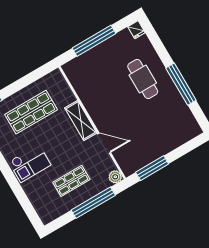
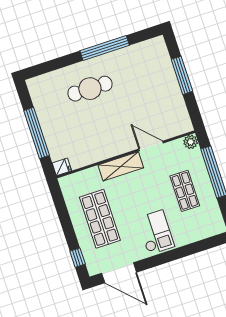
fridge: (136, 30) -> (62, 167), moved
door: (104, 143) -> (151, 146), hinge flipped
window: (152, 168) -> (182, 75), moved

